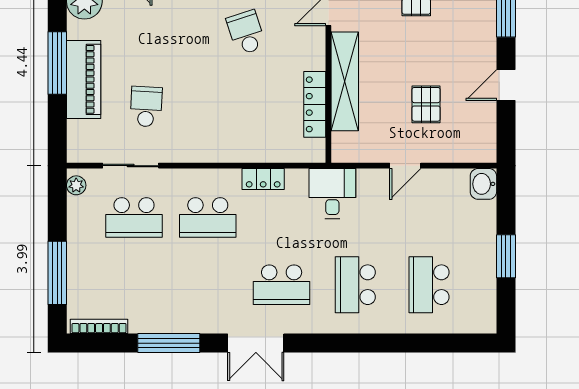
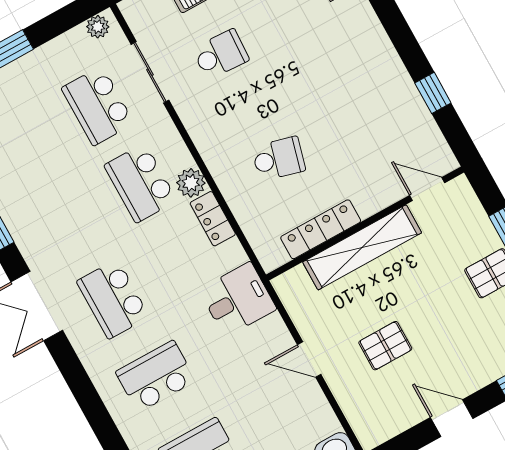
school desk: (246, 33) -> (279, 159), moved, turned 33
plant: (228, 181) -> (191, 183), added

